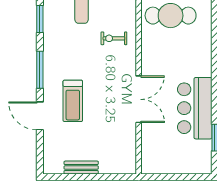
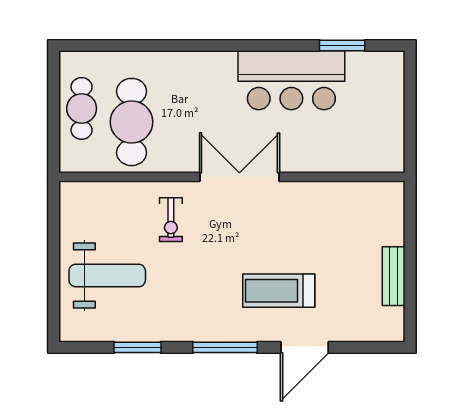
double door: (139, 99) -> (239, 177), moved
treadmill: (73, 101) -> (279, 291), turned 180

